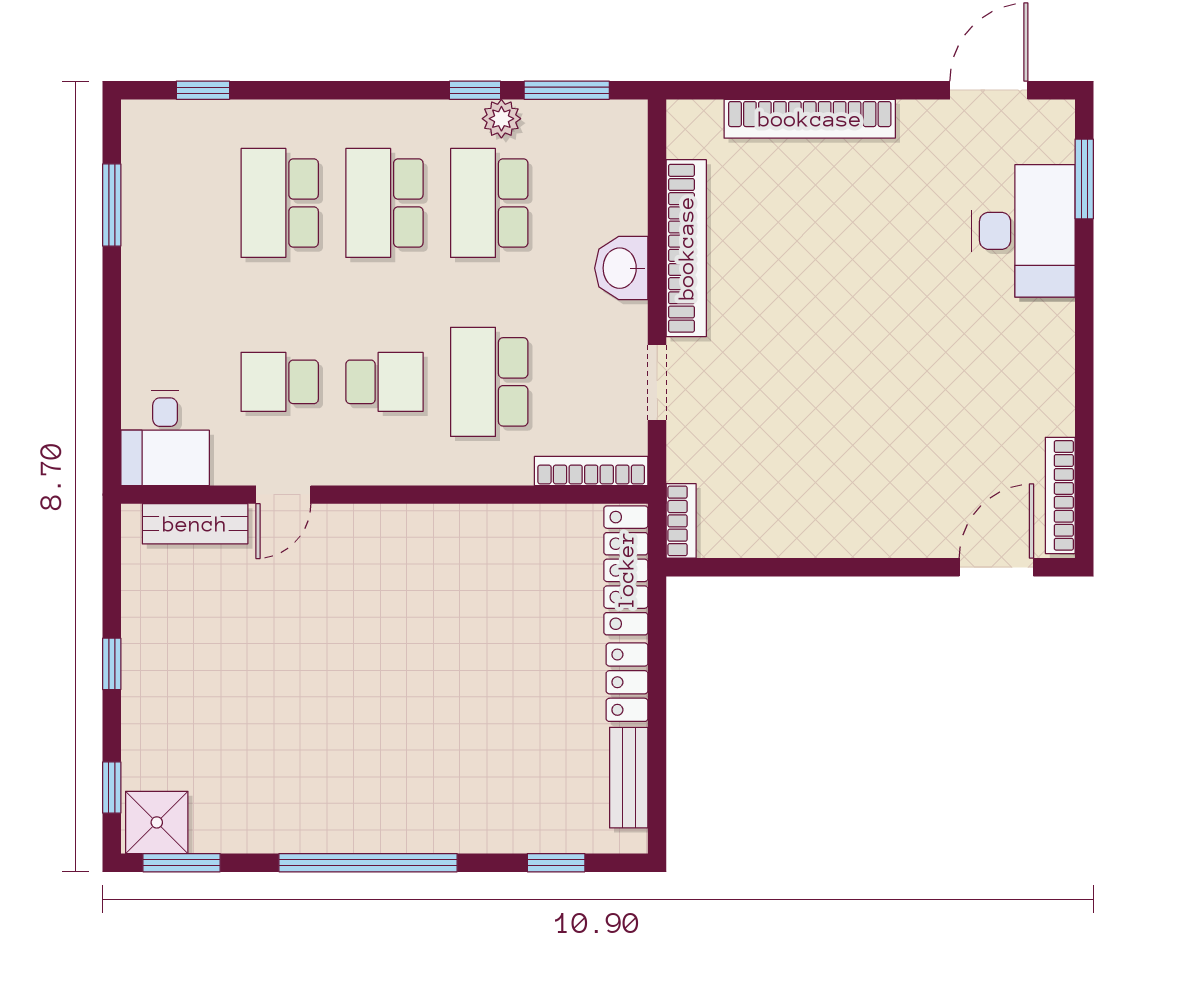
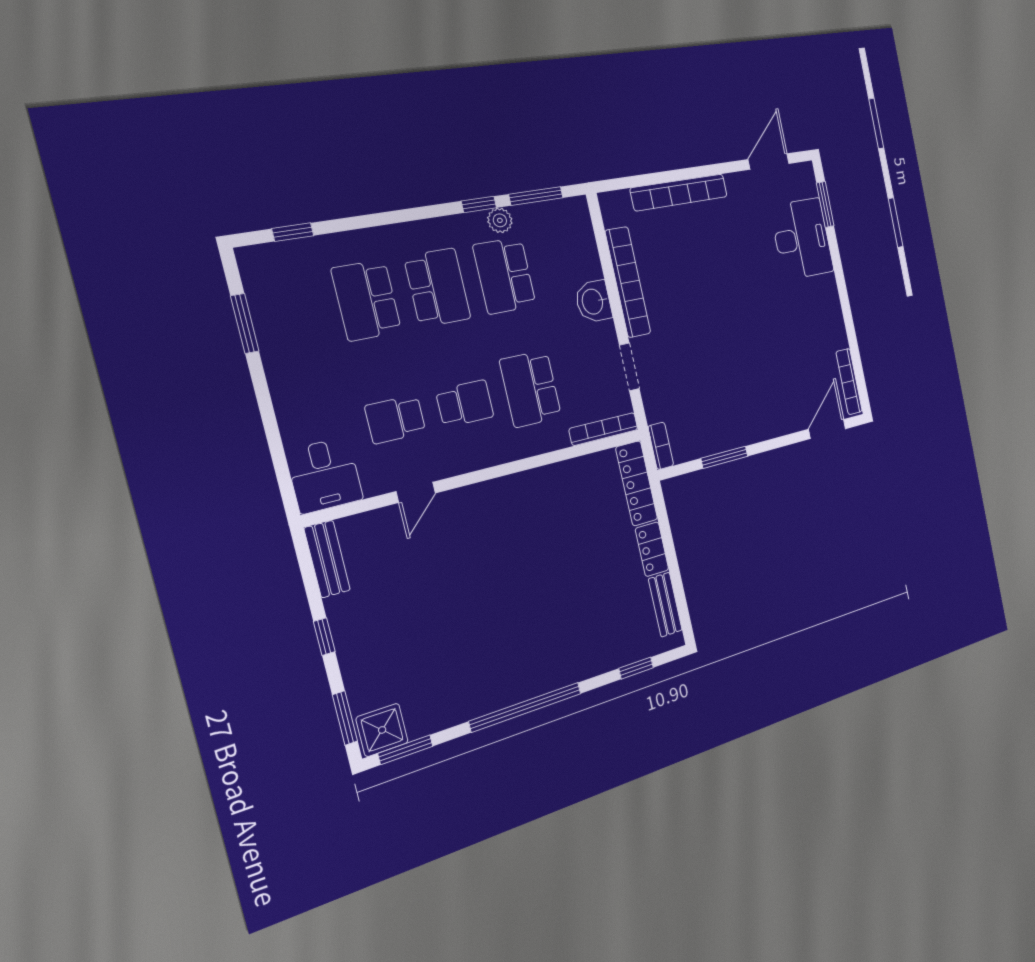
school desk: (384, 203) -> (437, 288), turned 180
bench: (195, 524) -> (327, 559), moved, turned 90
window: (790, 567) -> (725, 457), added
window: (112, 788) -> (345, 718), width x1.50

